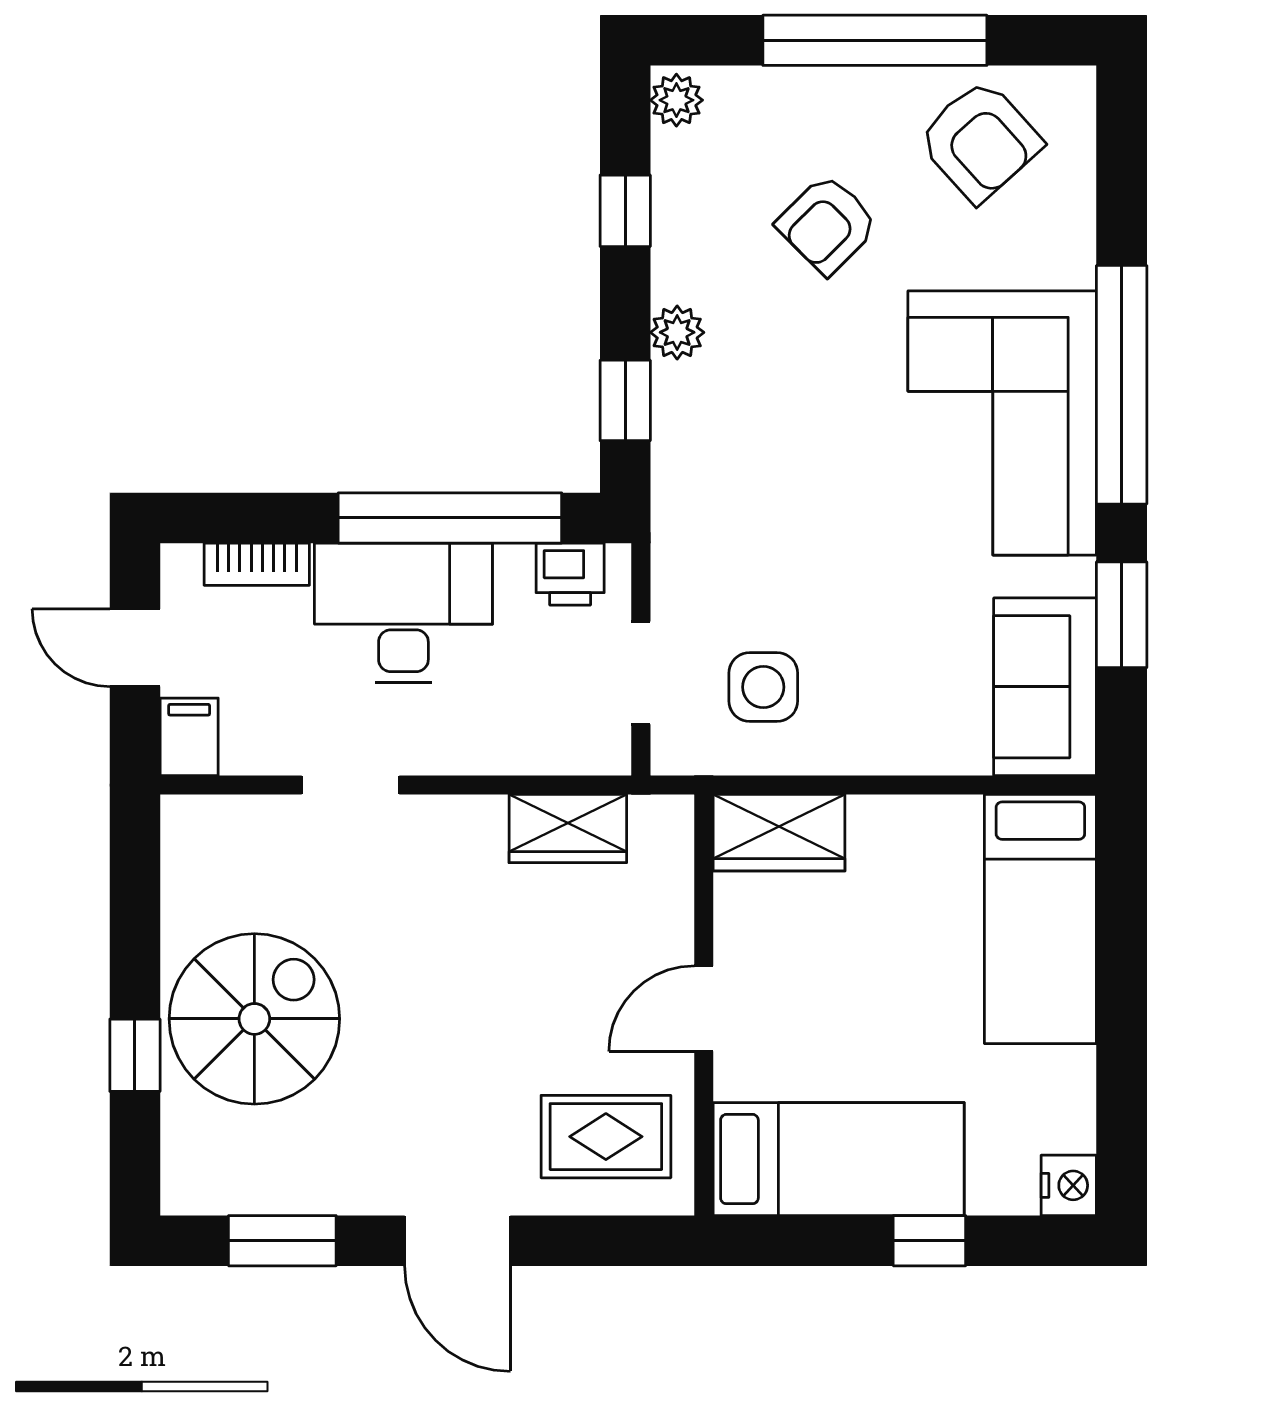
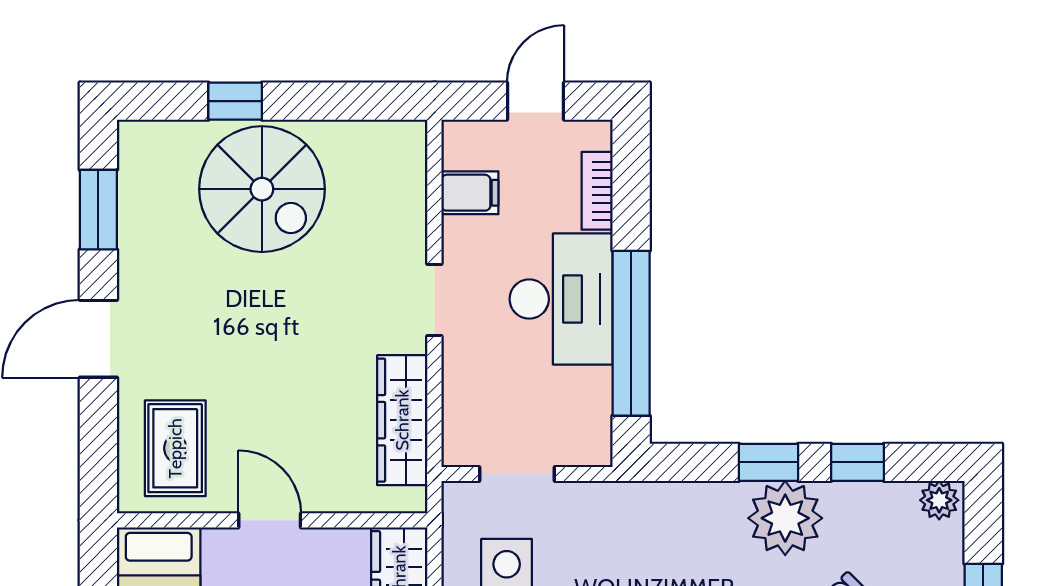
plant: (677, 332) -> (785, 518), width x1.88, depth x1.88
window: (625, 400) -> (768, 462), moved
printer: (570, 574) -> (590, 422), removed
filing cabinet: (189, 737) -> (470, 193), moved
doorway: (350, 785) -> (434, 300), moved
wardrobe: (568, 829) -> (402, 420), width x1.50

